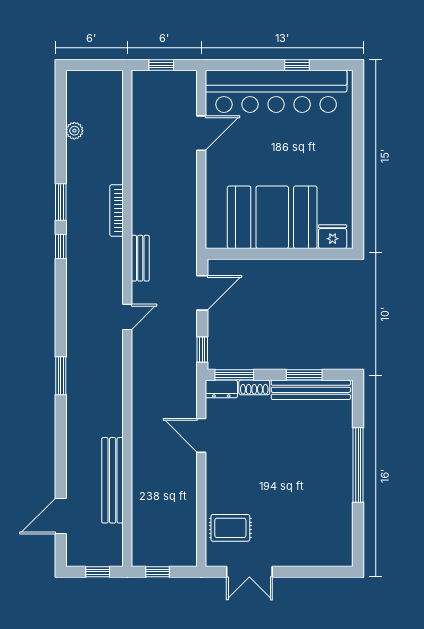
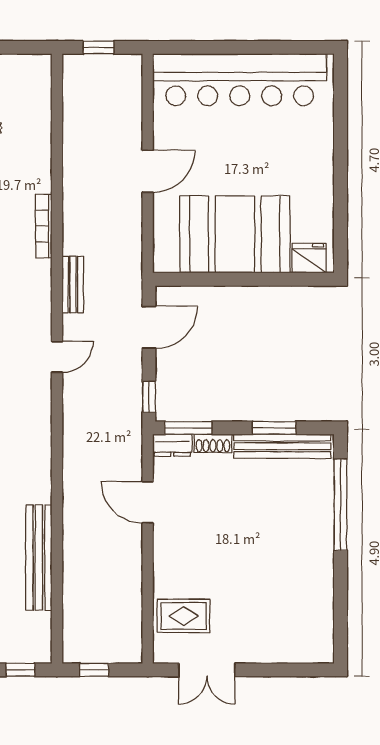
window: (297, 65) -> (265, 47), removed
door: (201, 133) -> (148, 171), moved
window: (358, 465) -> (340, 505), moved

